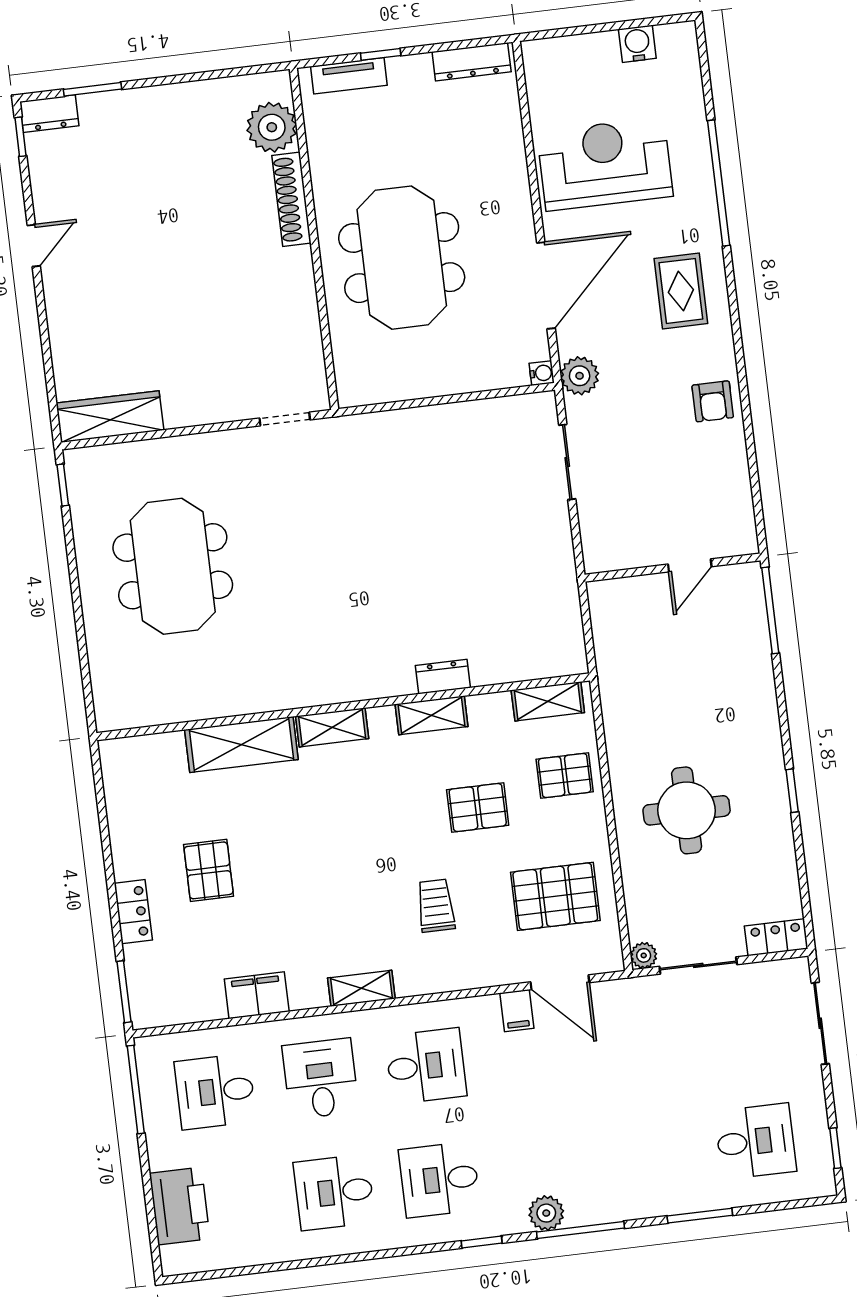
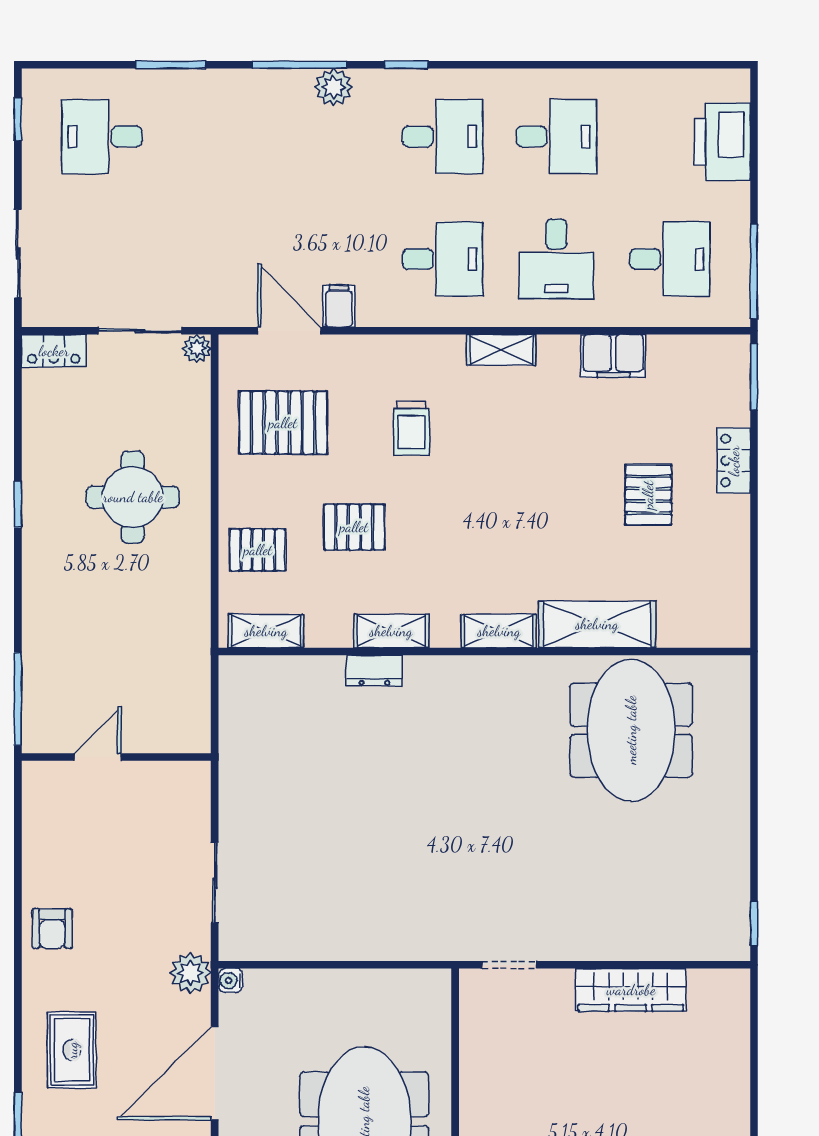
armchair: (713, 401) -> (52, 929), turned 180
wardrobe: (110, 417) -> (631, 990), moved
meeting table: (173, 566) -> (631, 730), moved
desk: (426, 1066) -> (443, 259), turned 180

